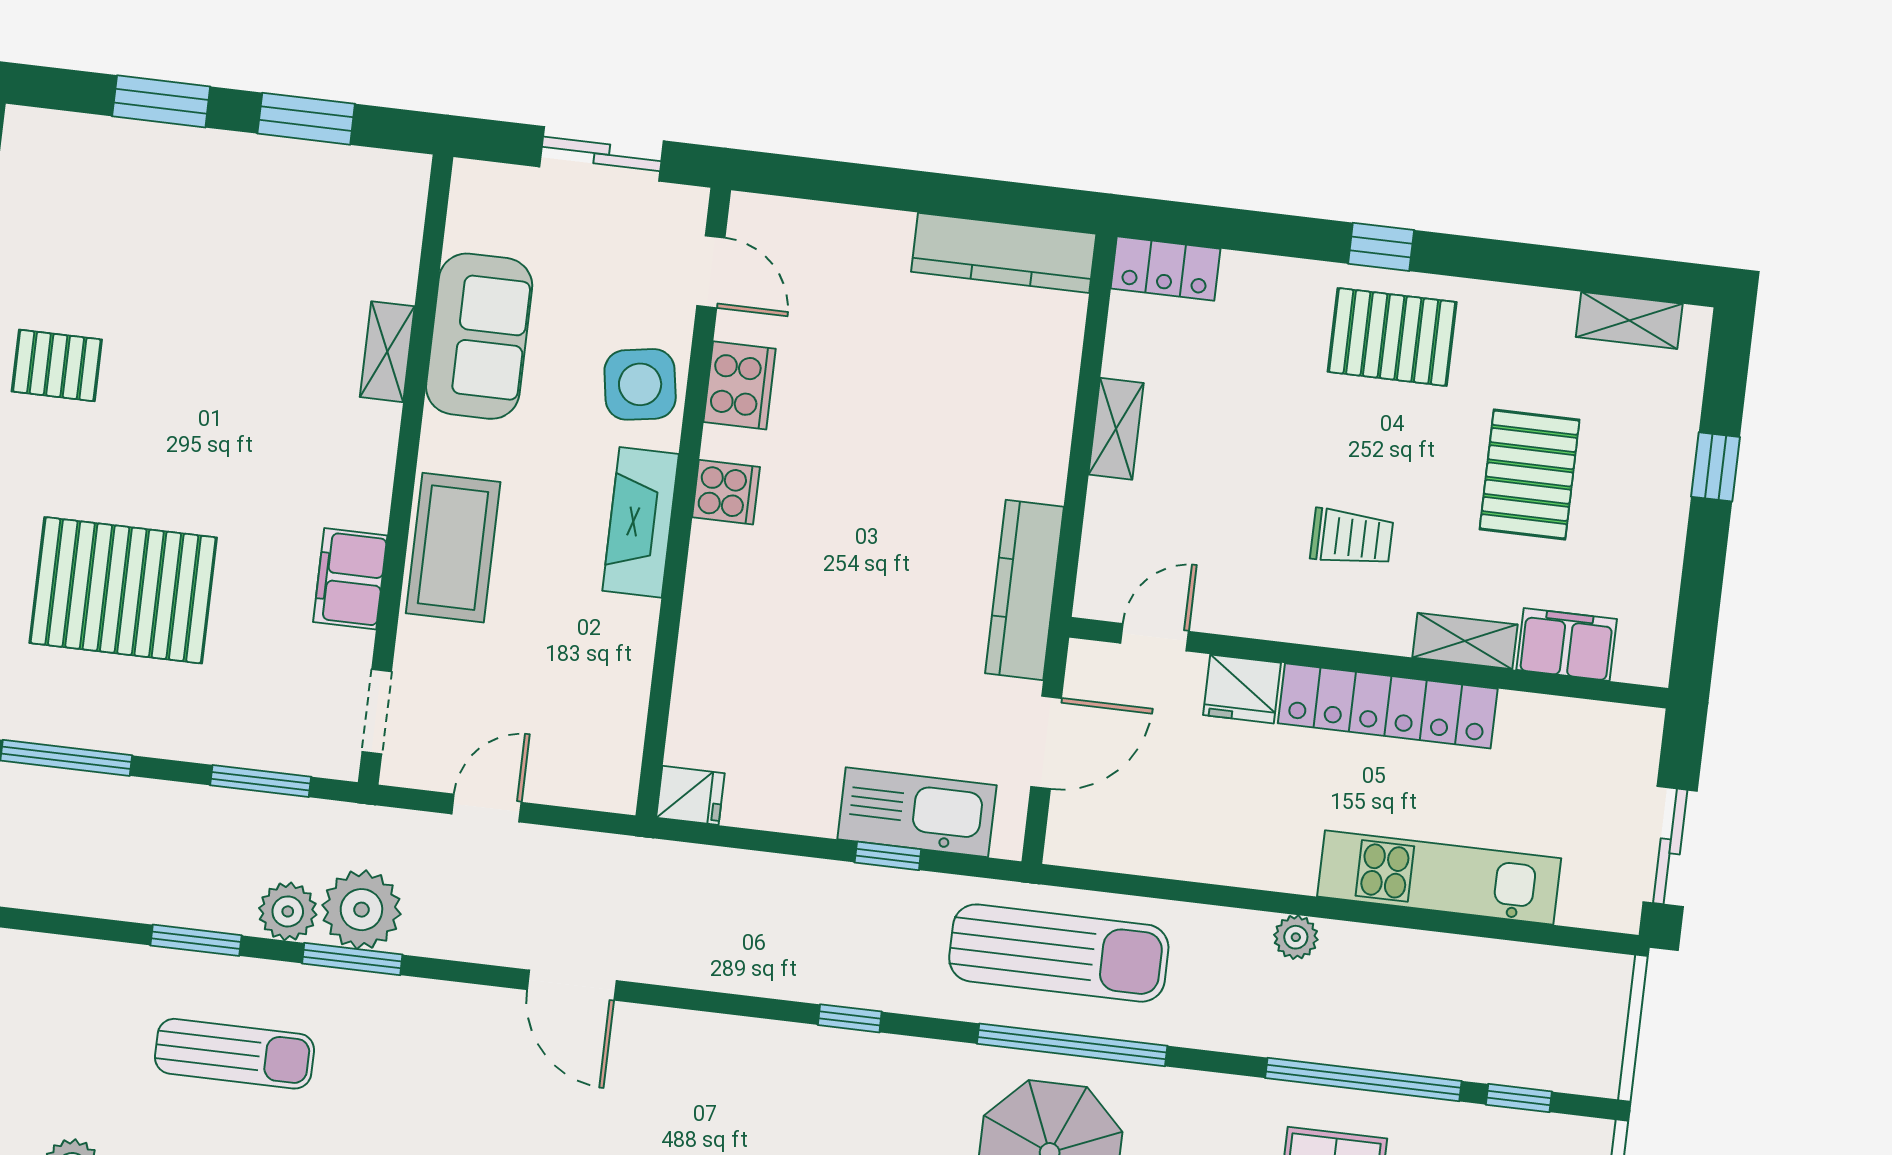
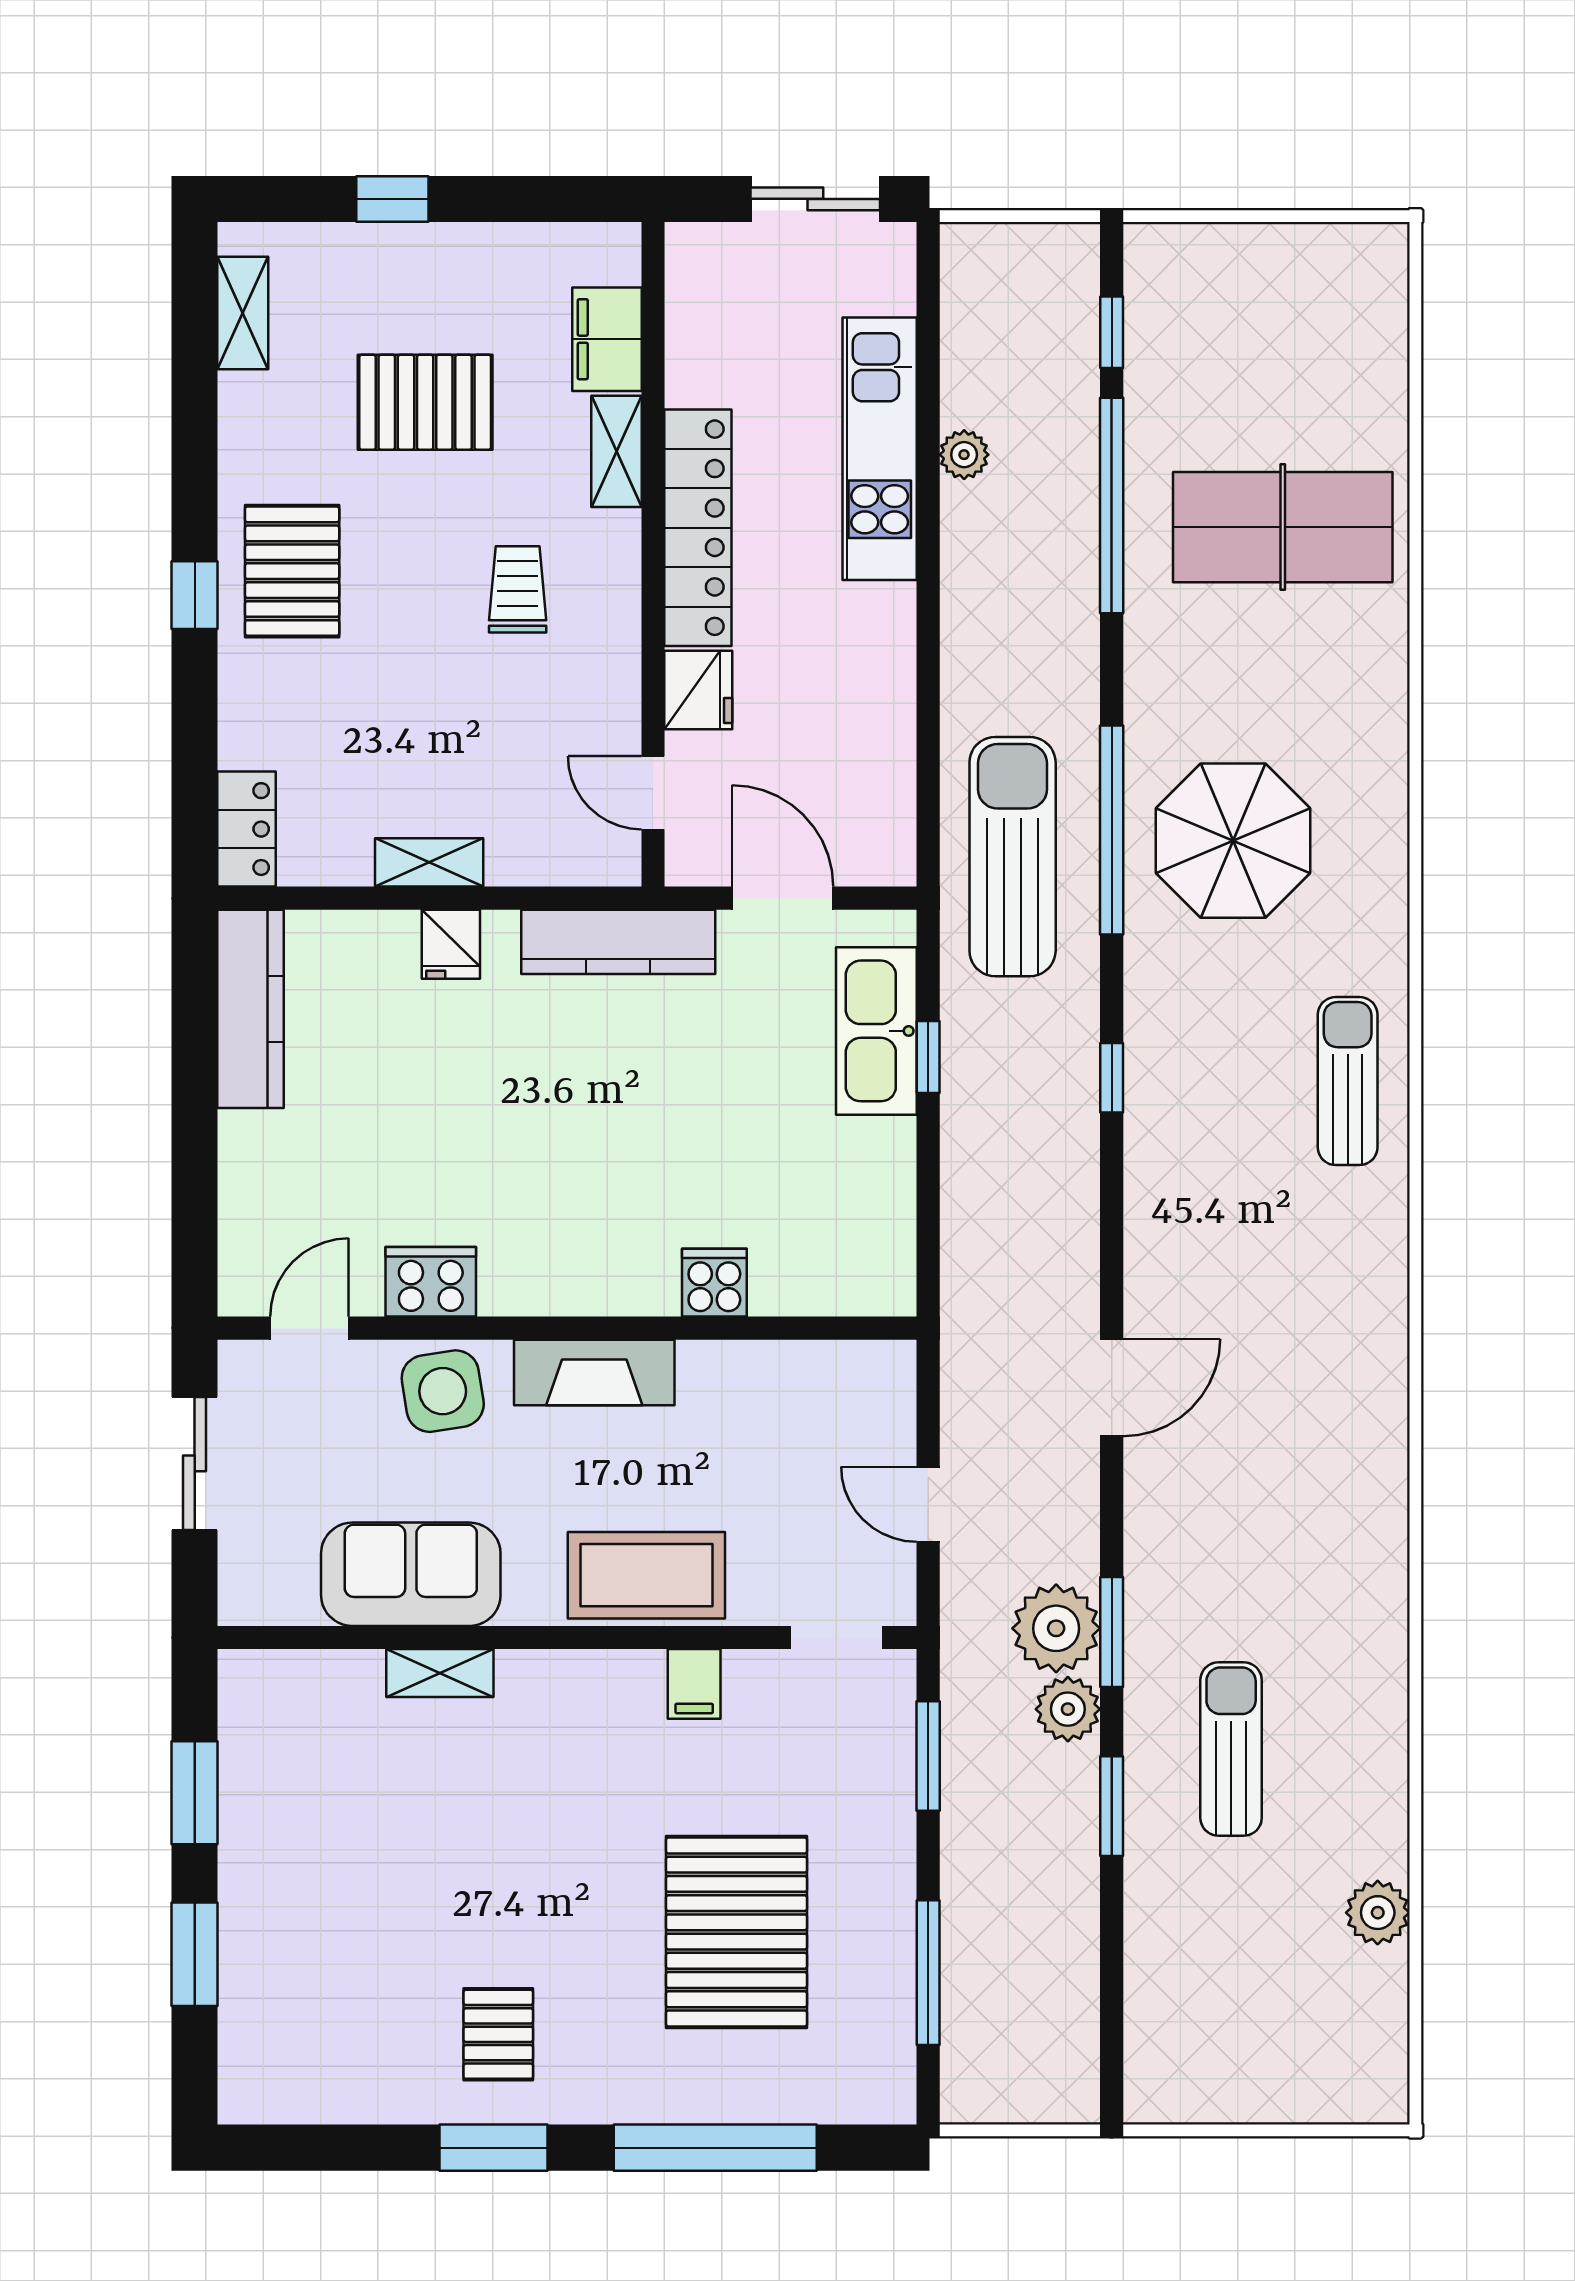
cooker: (726, 492) -> (714, 1283), moved
filing cabinet: (350, 579) -> (694, 1684), width x0.50
fridge: (690, 795) -> (451, 944), moved, turned 180
plant: (1296, 937) -> (964, 455), moved

